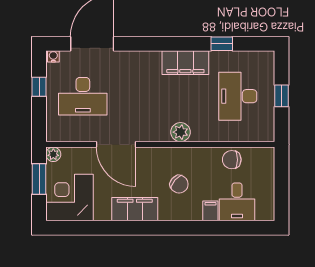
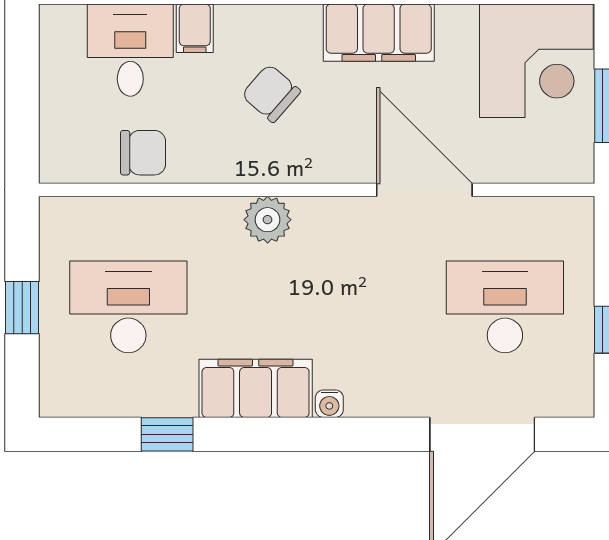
water cooler: (53, 56) -> (329, 404), moved
desk: (238, 96) -> (128, 307), turned -90
plant: (53, 154) -> (577, 166), removed

